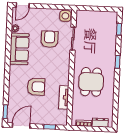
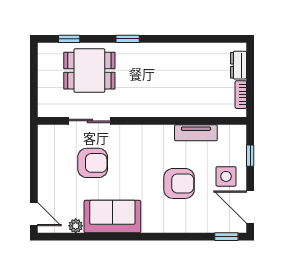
side table: (65, 16) -> (226, 176), moved
armchair: (50, 39) -> (93, 163), turned 180
dining table: (91, 82) -> (89, 71), moved
armchair: (36, 87) -> (179, 183), turned 90

